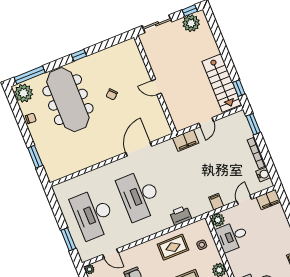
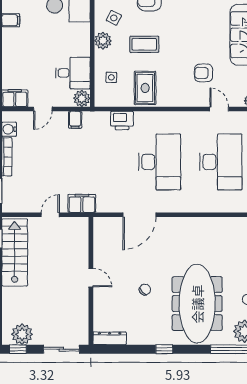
dresser: (124, 47) -> (110, 338), added
rug: (173, 247) -> (145, 88), turned 90

